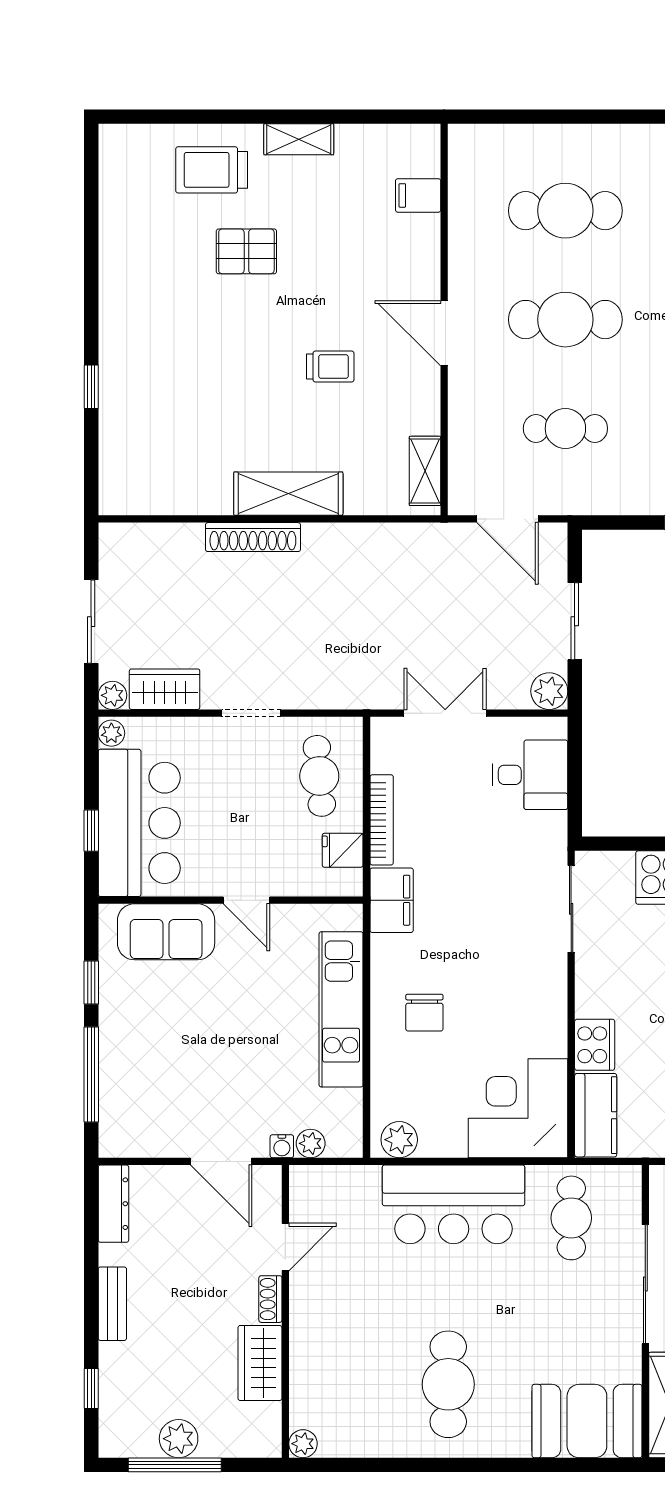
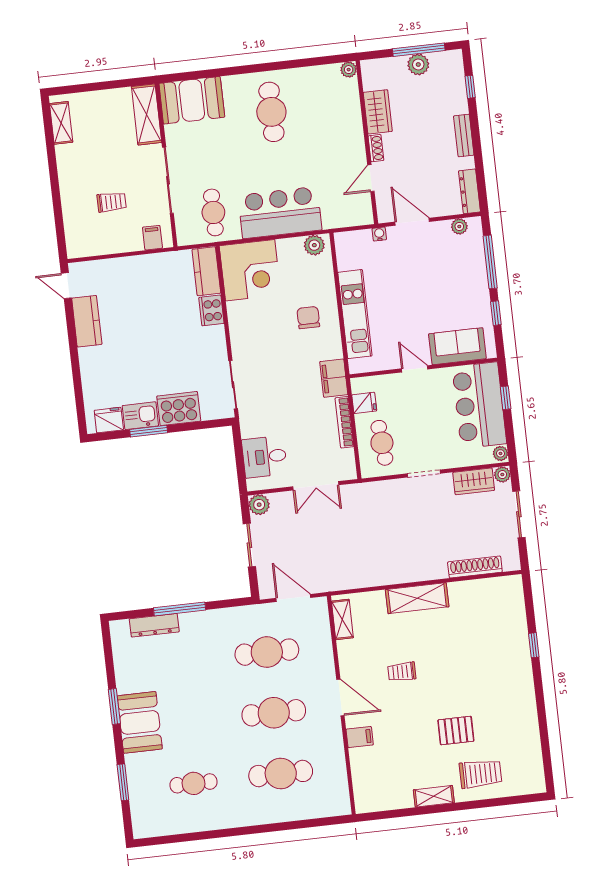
filing cabinet: (418, 195) -> (360, 737), moved
cafe table: (565, 428) -> (267, 652), width x1.37, depth x1.35
shoe rack: (253, 537) -> (475, 567), moved
plant: (311, 1143) -> (459, 226), moved

